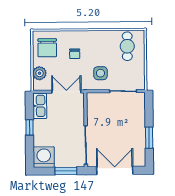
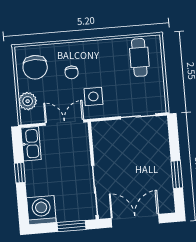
side table: (100, 73) -> (93, 96), moved

